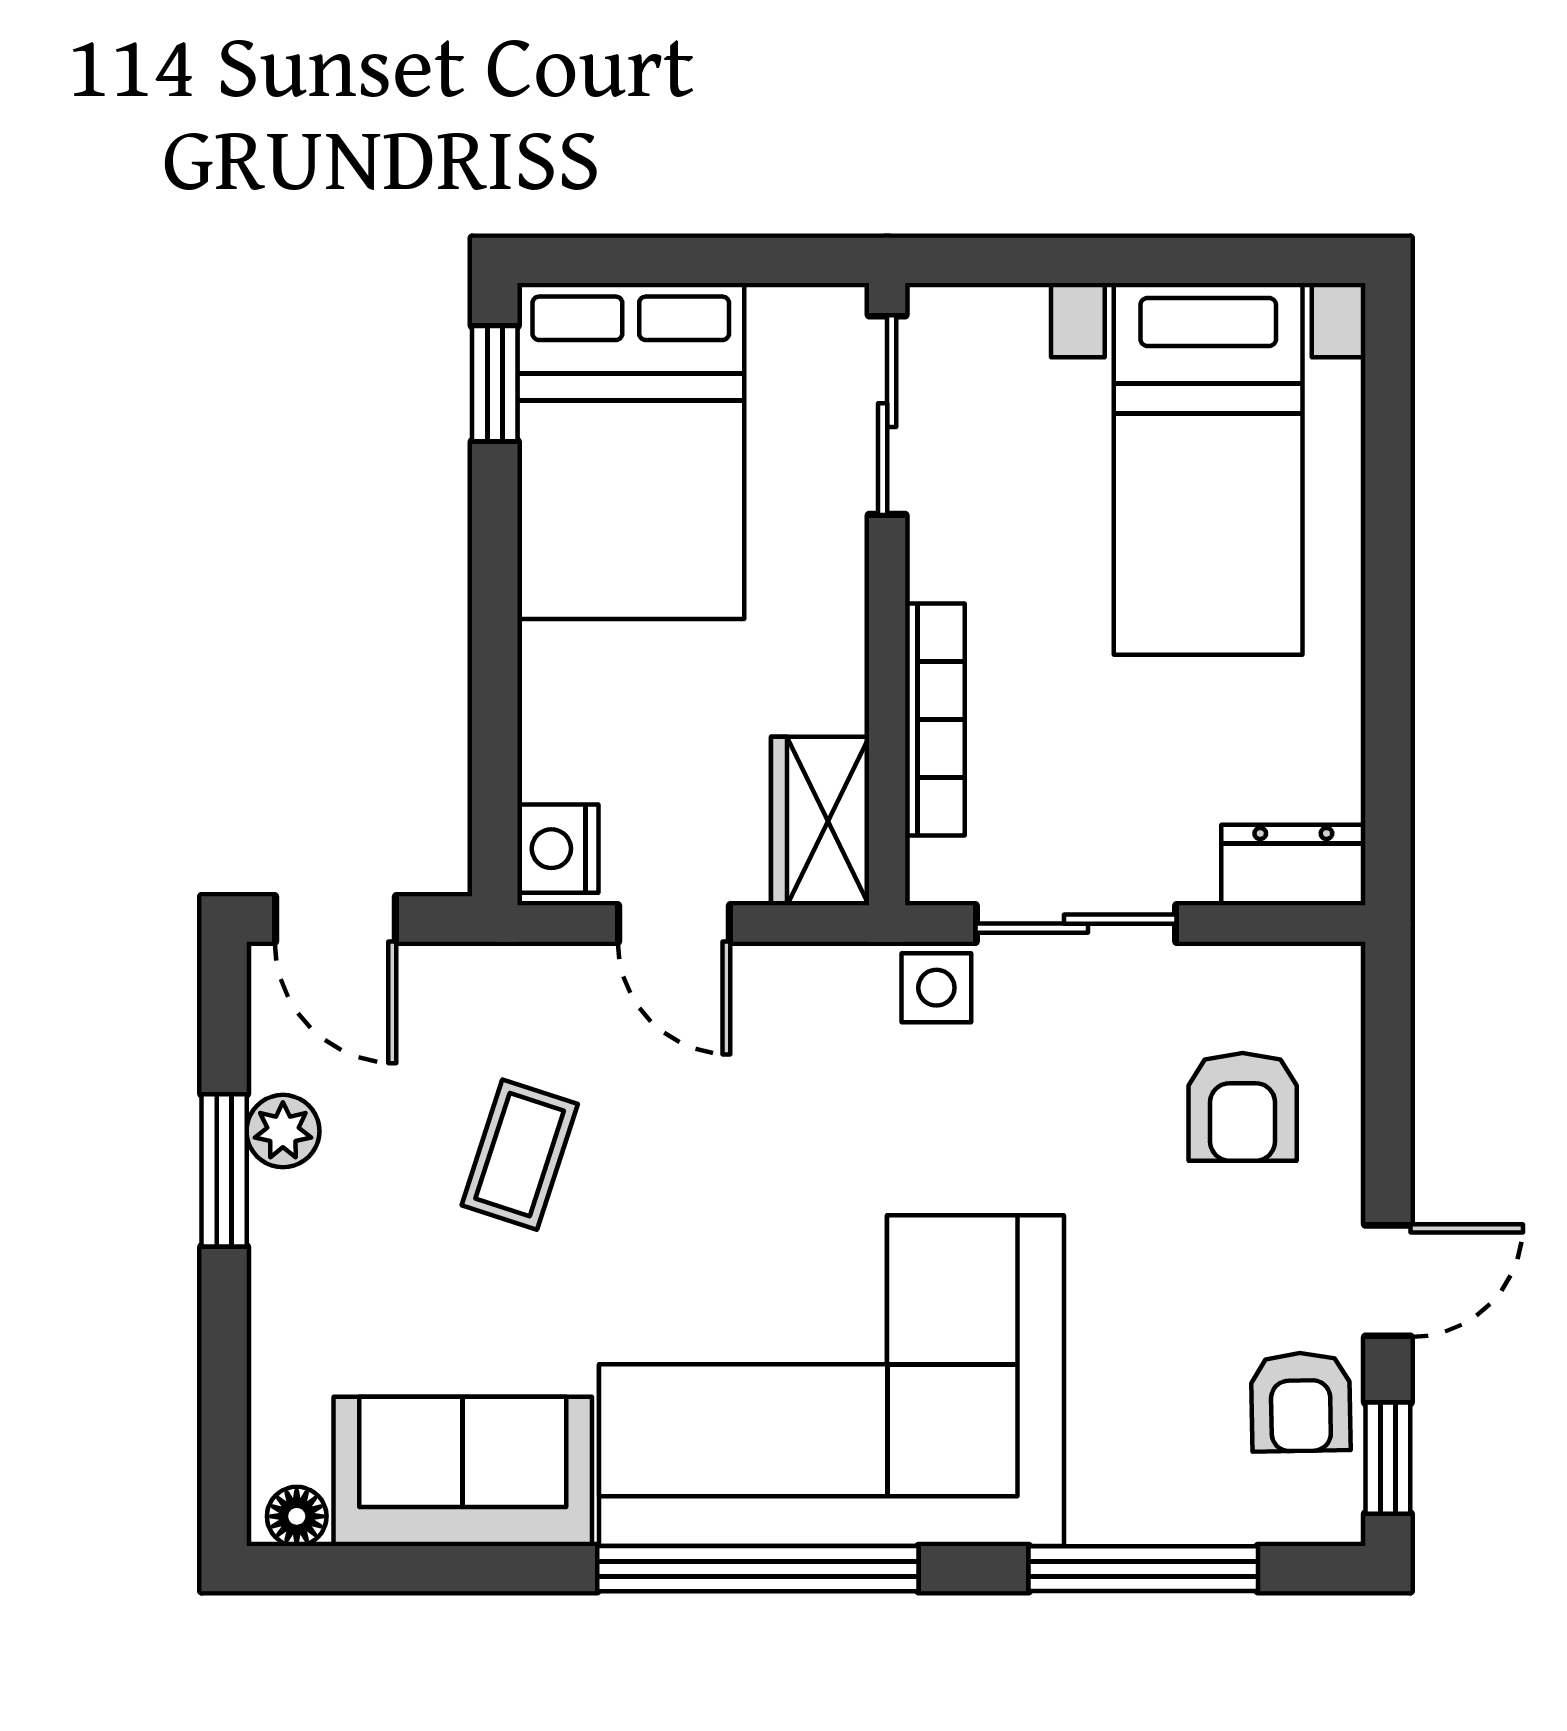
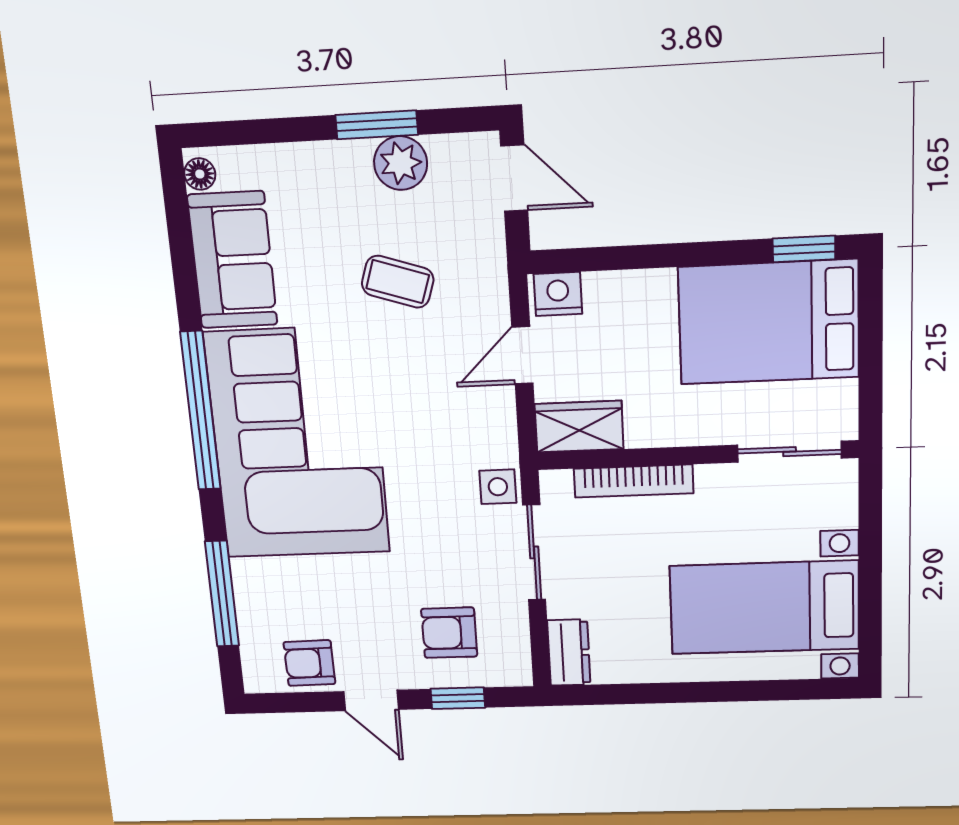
door: (335, 919) -> (514, 178), swing flipped
plant: (283, 1131) -> (401, 163), width x1.38, depth x1.38
window: (1388, 1458) -> (458, 698), moved

